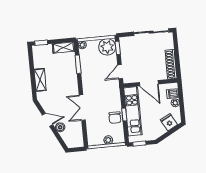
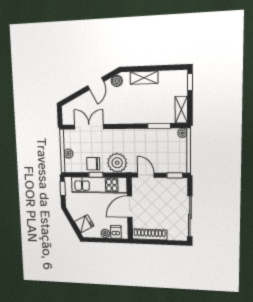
plant: (107, 47) -> (117, 163), moved
double door: (82, 108) -> (89, 127), moved
boiler: (60, 127) -> (117, 81), moved

